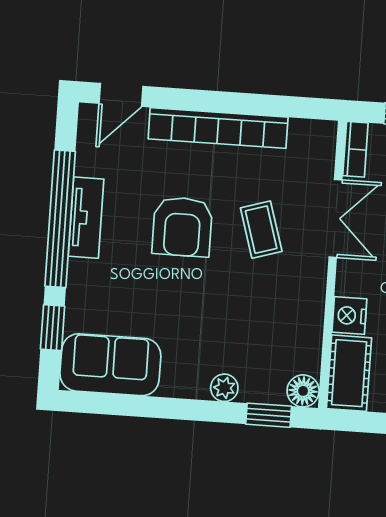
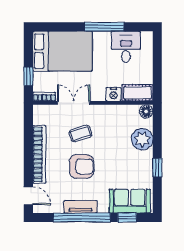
sofa: (110, 365) -> (130, 201), moved, turned 90
plant: (224, 388) -> (142, 139), width x1.87, depth x1.87
window: (269, 415) -> (157, 168), moved

